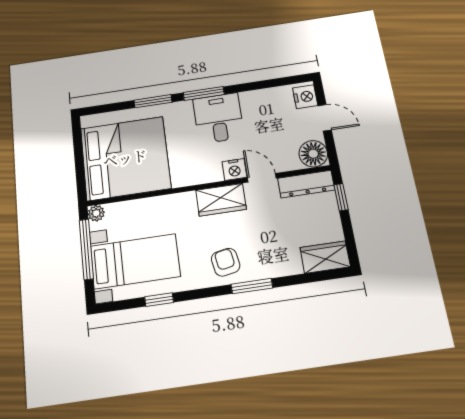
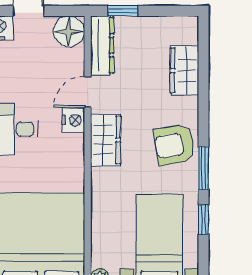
wardrobe: (325, 257) -> (185, 71), moved
armchair: (226, 262) -> (175, 145), width x1.38, depth x1.38
window: (252, 286) -> (204, 168), moved

